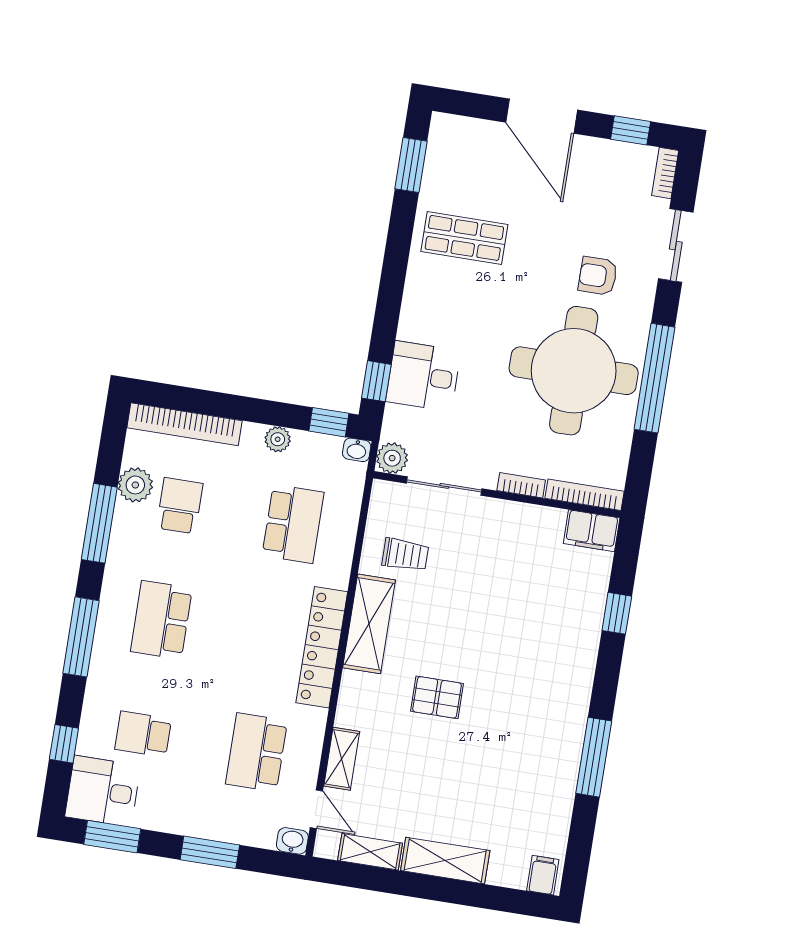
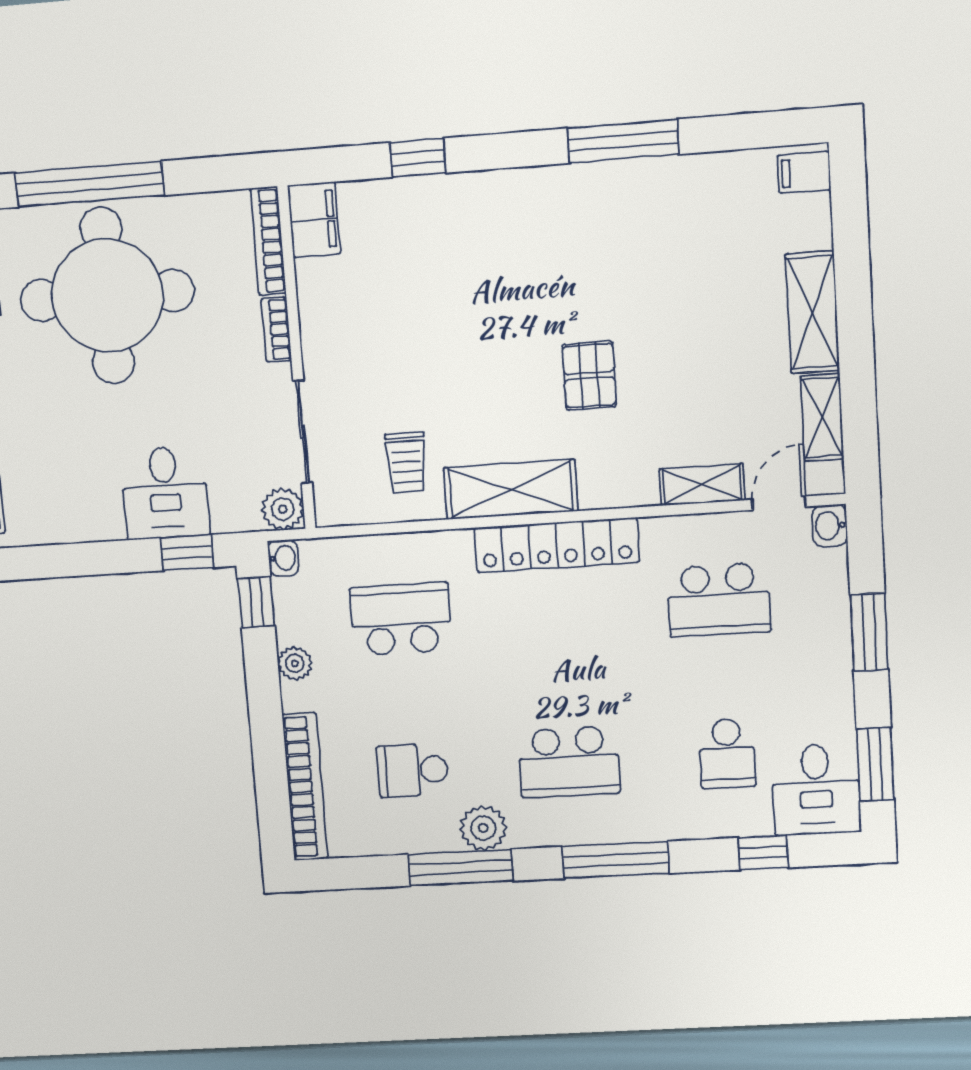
plant: (135, 485) -> (483, 828), moved
trolley: (405, 555) -> (406, 463), turned 180

